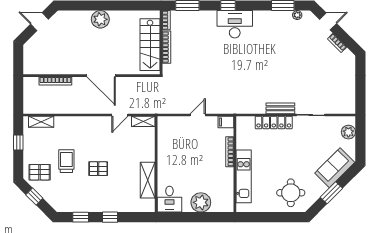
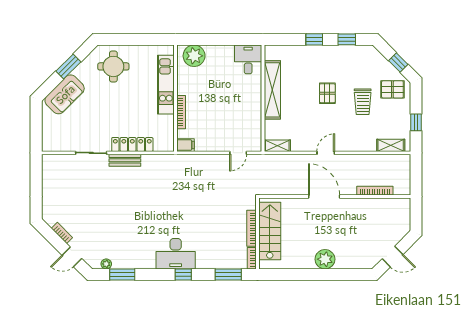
door: (120, 115) -> (326, 153), moved
door: (198, 115) -> (238, 153), moved
plant: (348, 132) -> (49, 134), removed
pallet: (98, 169) -> (327, 93), turned 90
shelving: (148, 180) -> (272, 90), width x1.47
plant: (201, 202) -> (194, 56), moved

